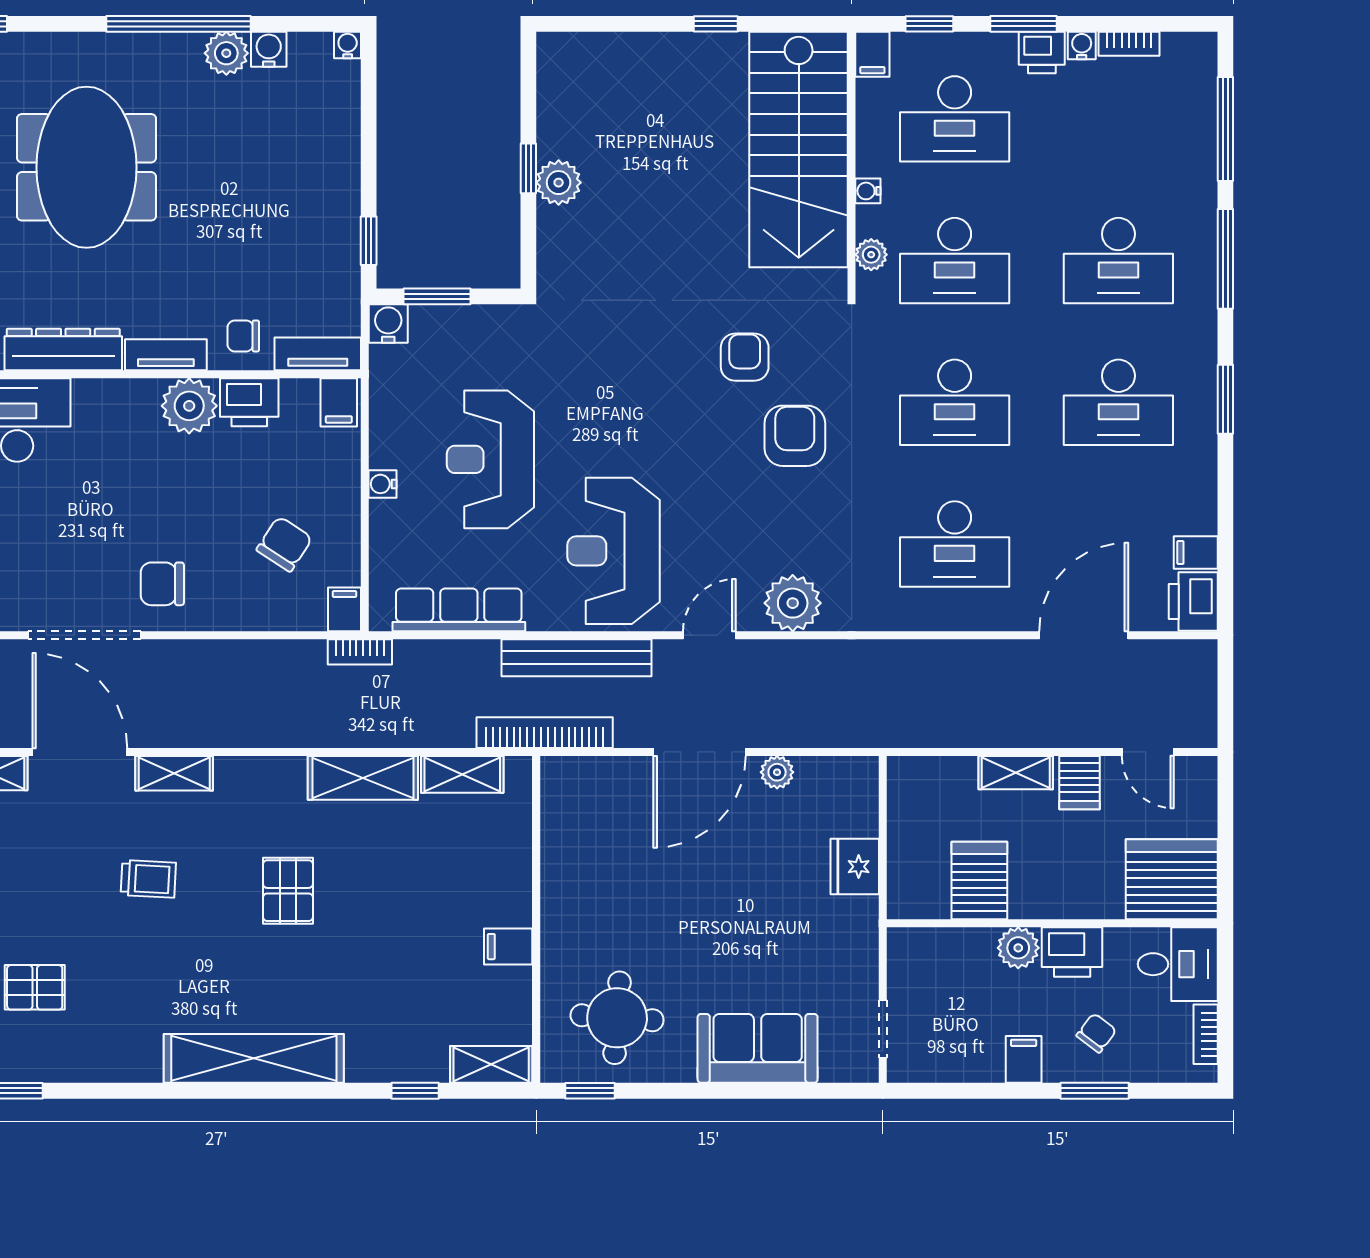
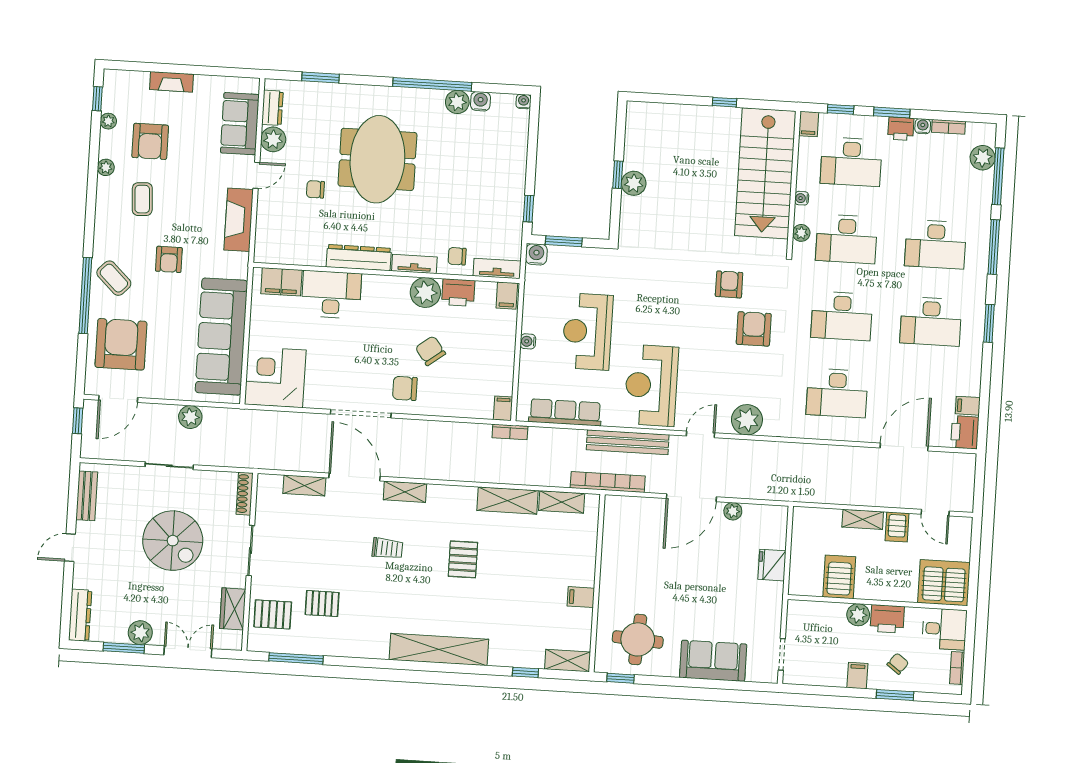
plant: (1195, 97) -> (983, 158), added
chair: (284, 544) -> (430, 351), moved, turned -70

